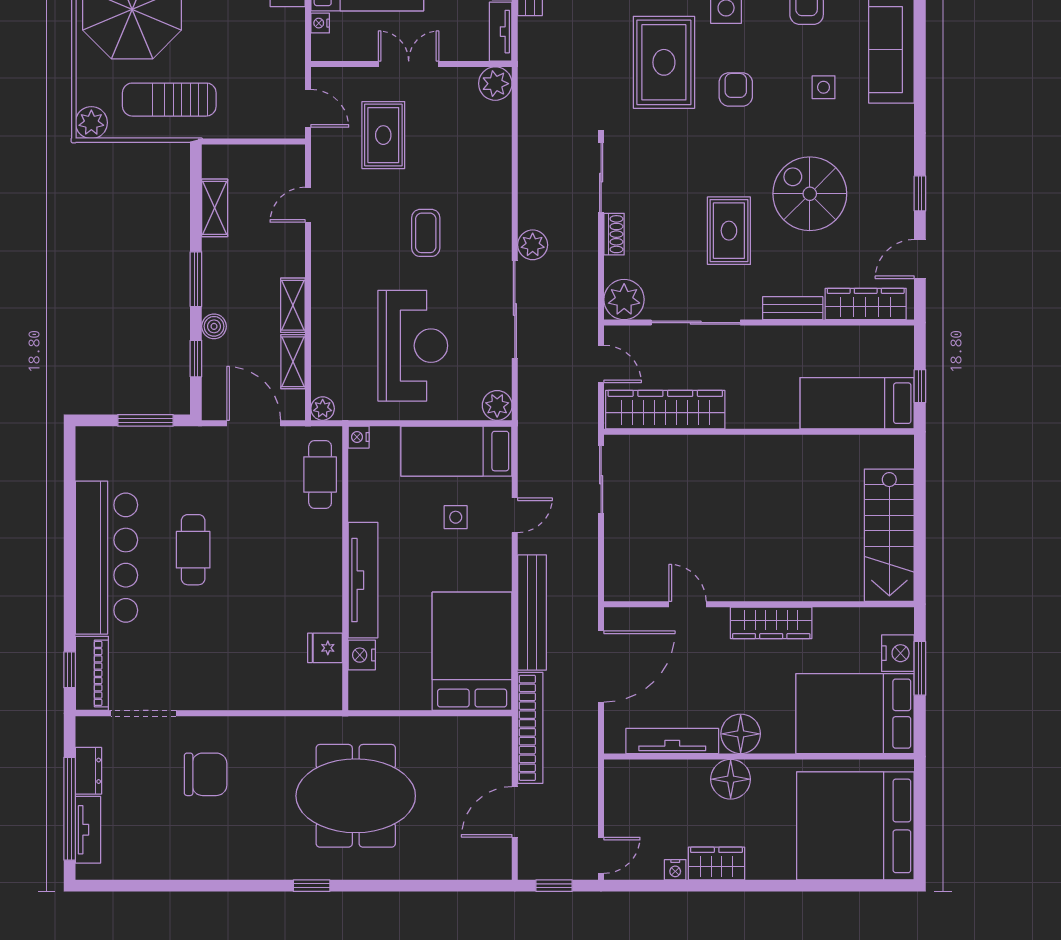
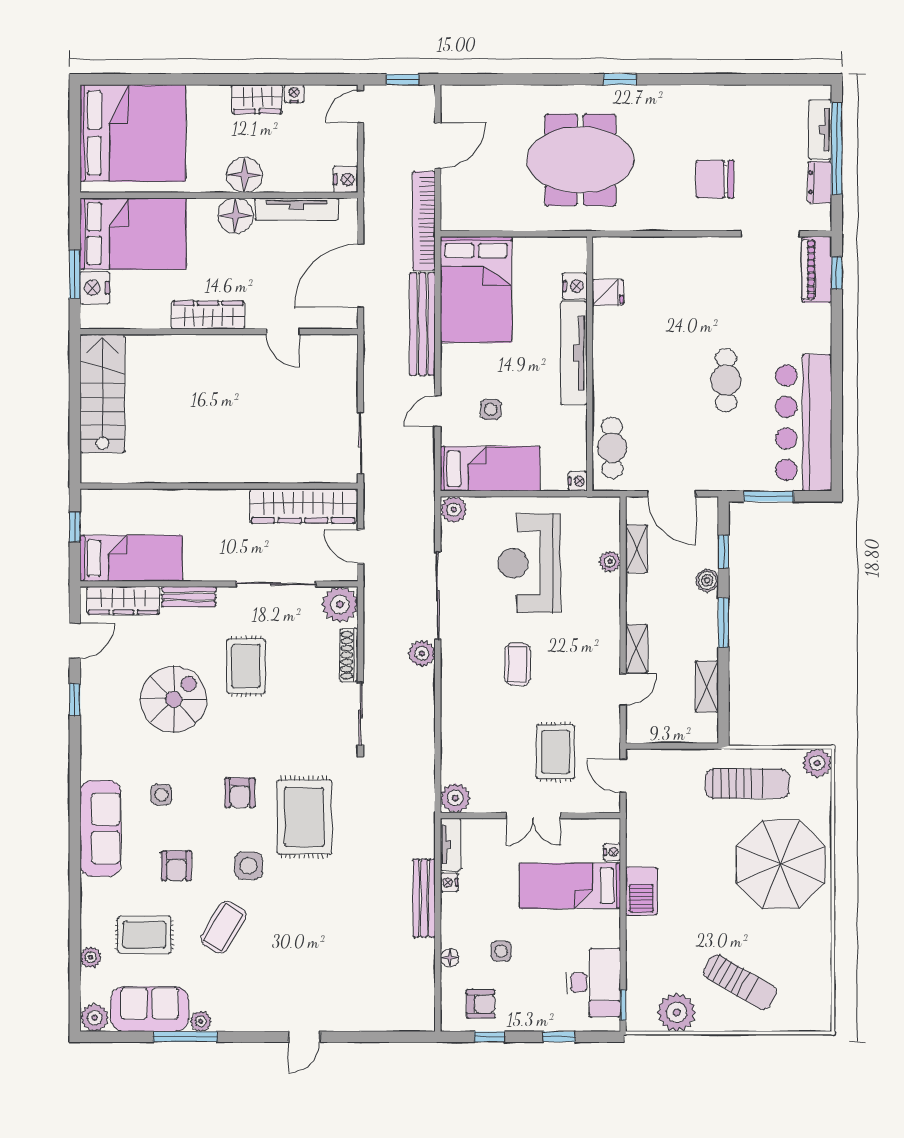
spiral stairs: (810, 194) -> (174, 699), turned -90
shoe rack: (614, 234) -> (349, 655), width x1.43
shelving: (293, 305) -> (637, 649), moved
bed: (857, 403) -> (131, 558), moved
plant: (323, 409) -> (610, 562), moved
bar counter: (106, 558) -> (804, 423), moved
nightstand: (618, 774) -> (346, 179), added

